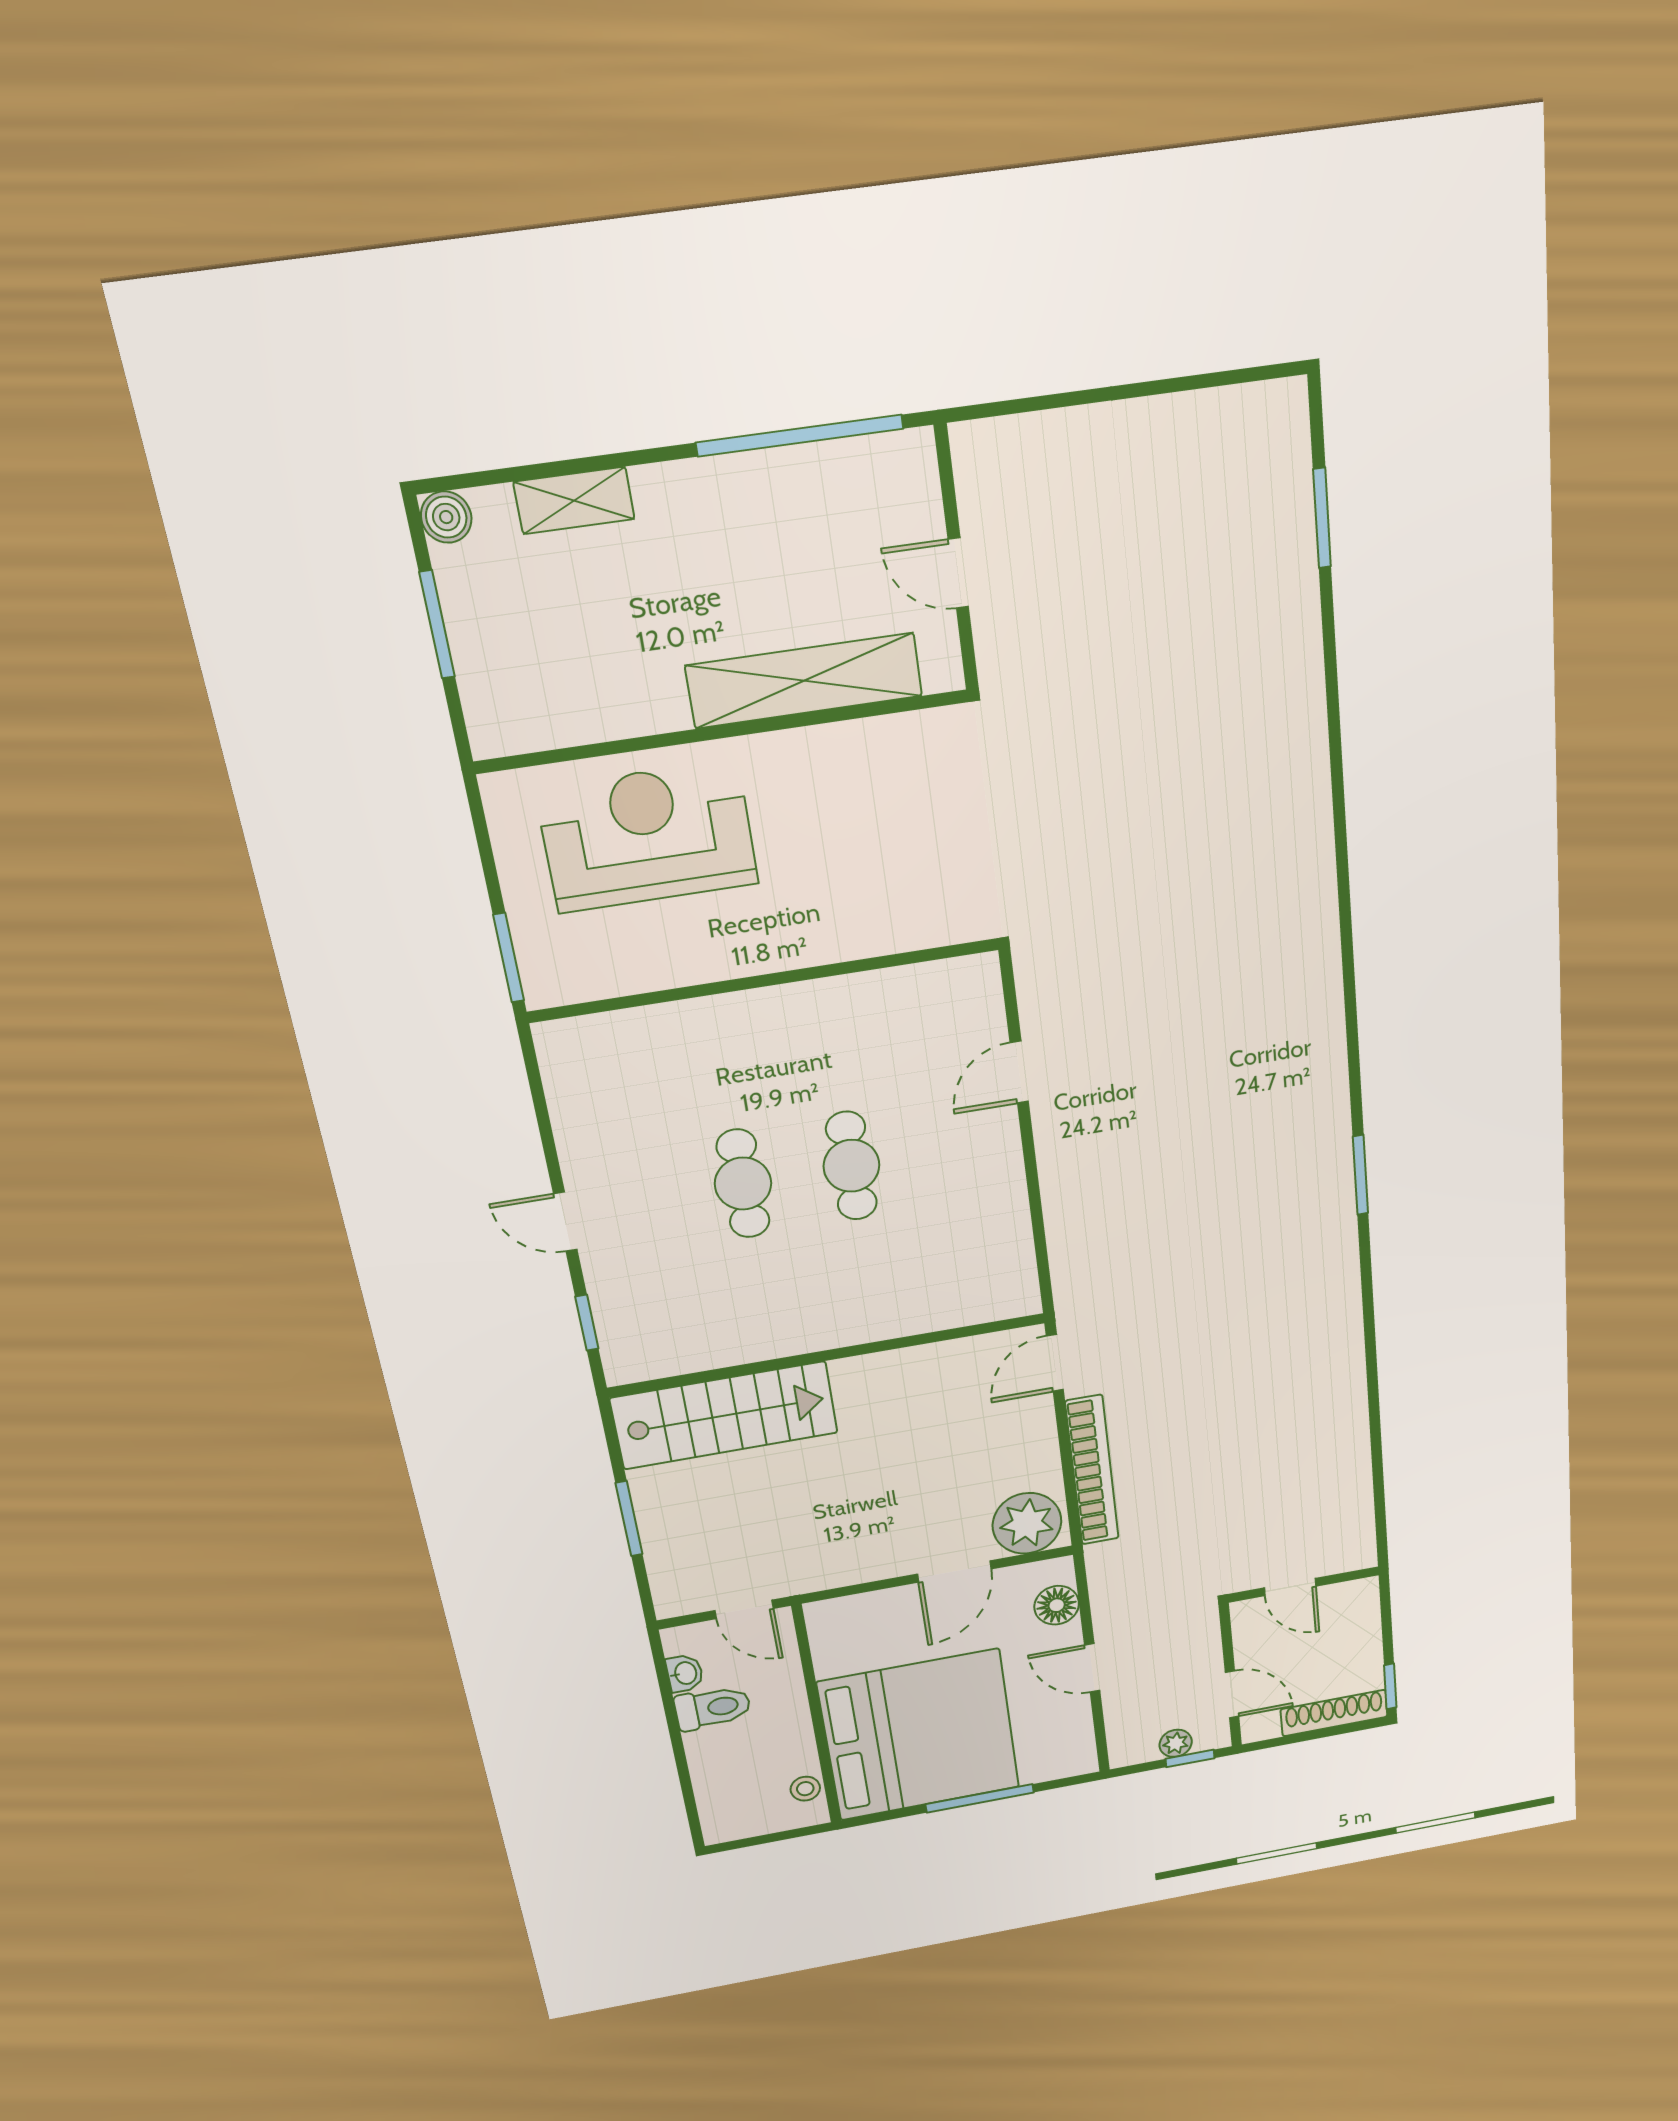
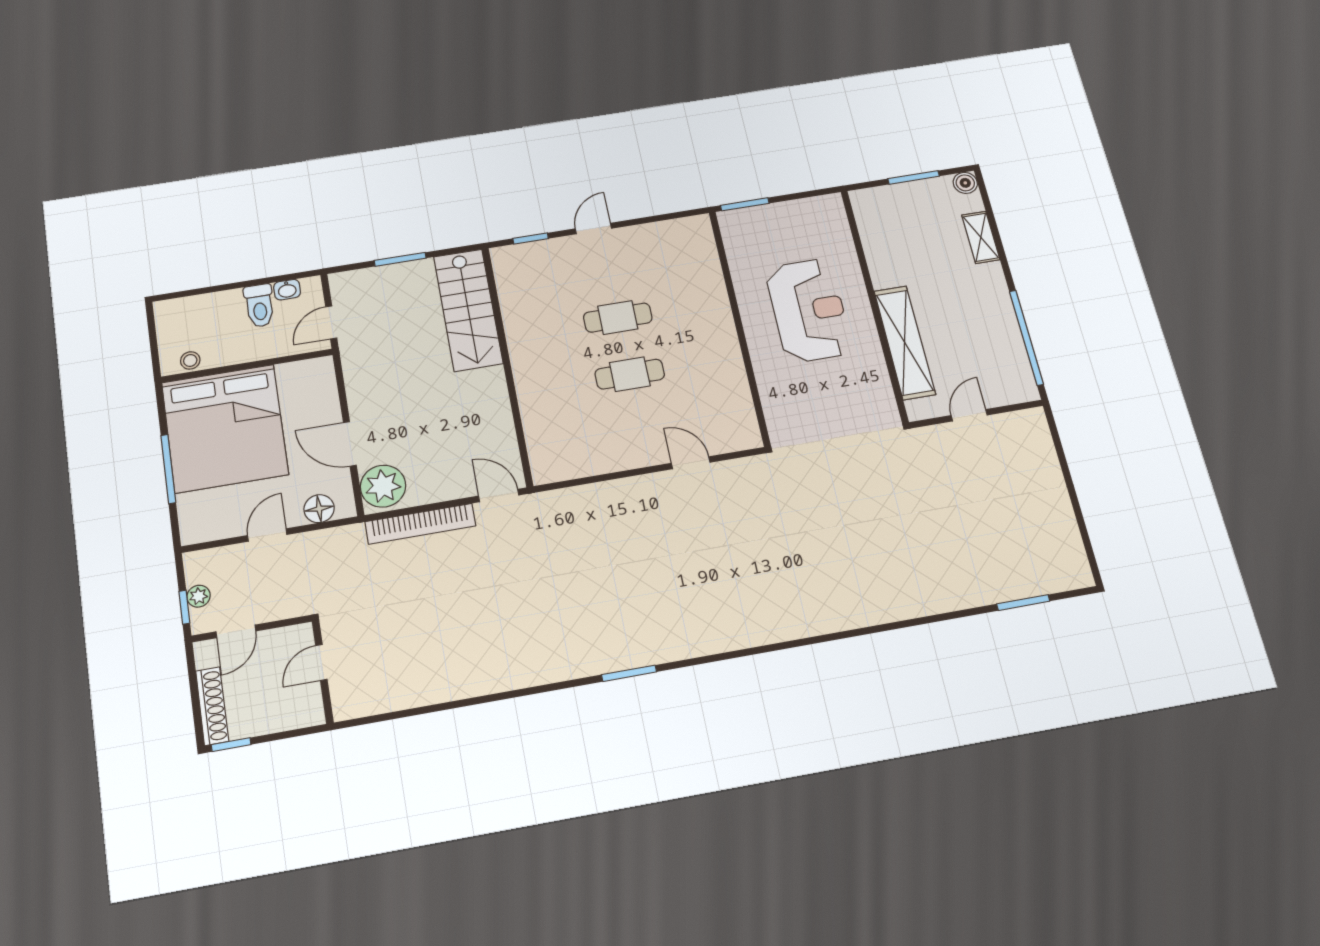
reception desk: (648, 836) -> (809, 310), moved

